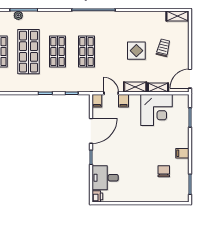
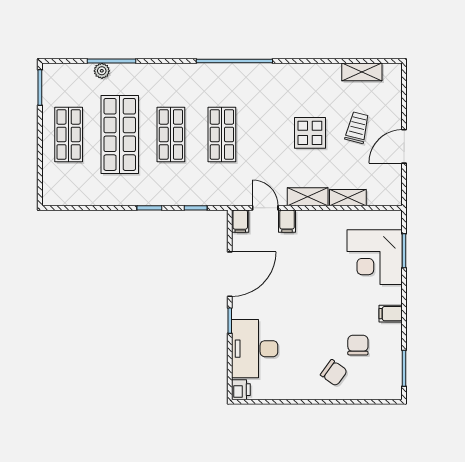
shelving: (177, 16) -> (362, 72), moved
door: (190, 79) -> (404, 146), moved
corner desk: (156, 110) -> (375, 257), moved, turned 90
desk: (105, 178) -> (255, 349), width x1.37
chair: (150, 187) -> (334, 373), added

